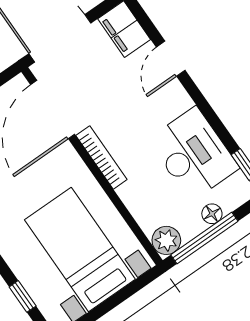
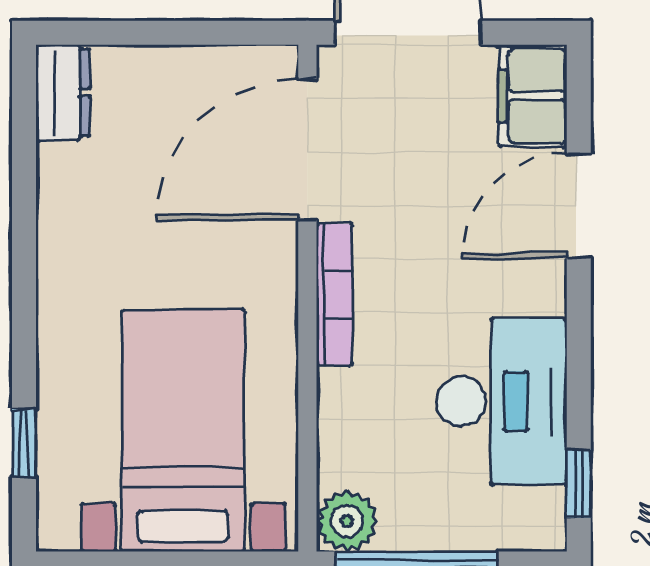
door: (171, 59) -> (579, 206), width x1.38
floor lamp: (212, 214) -> (460, 530), removed

